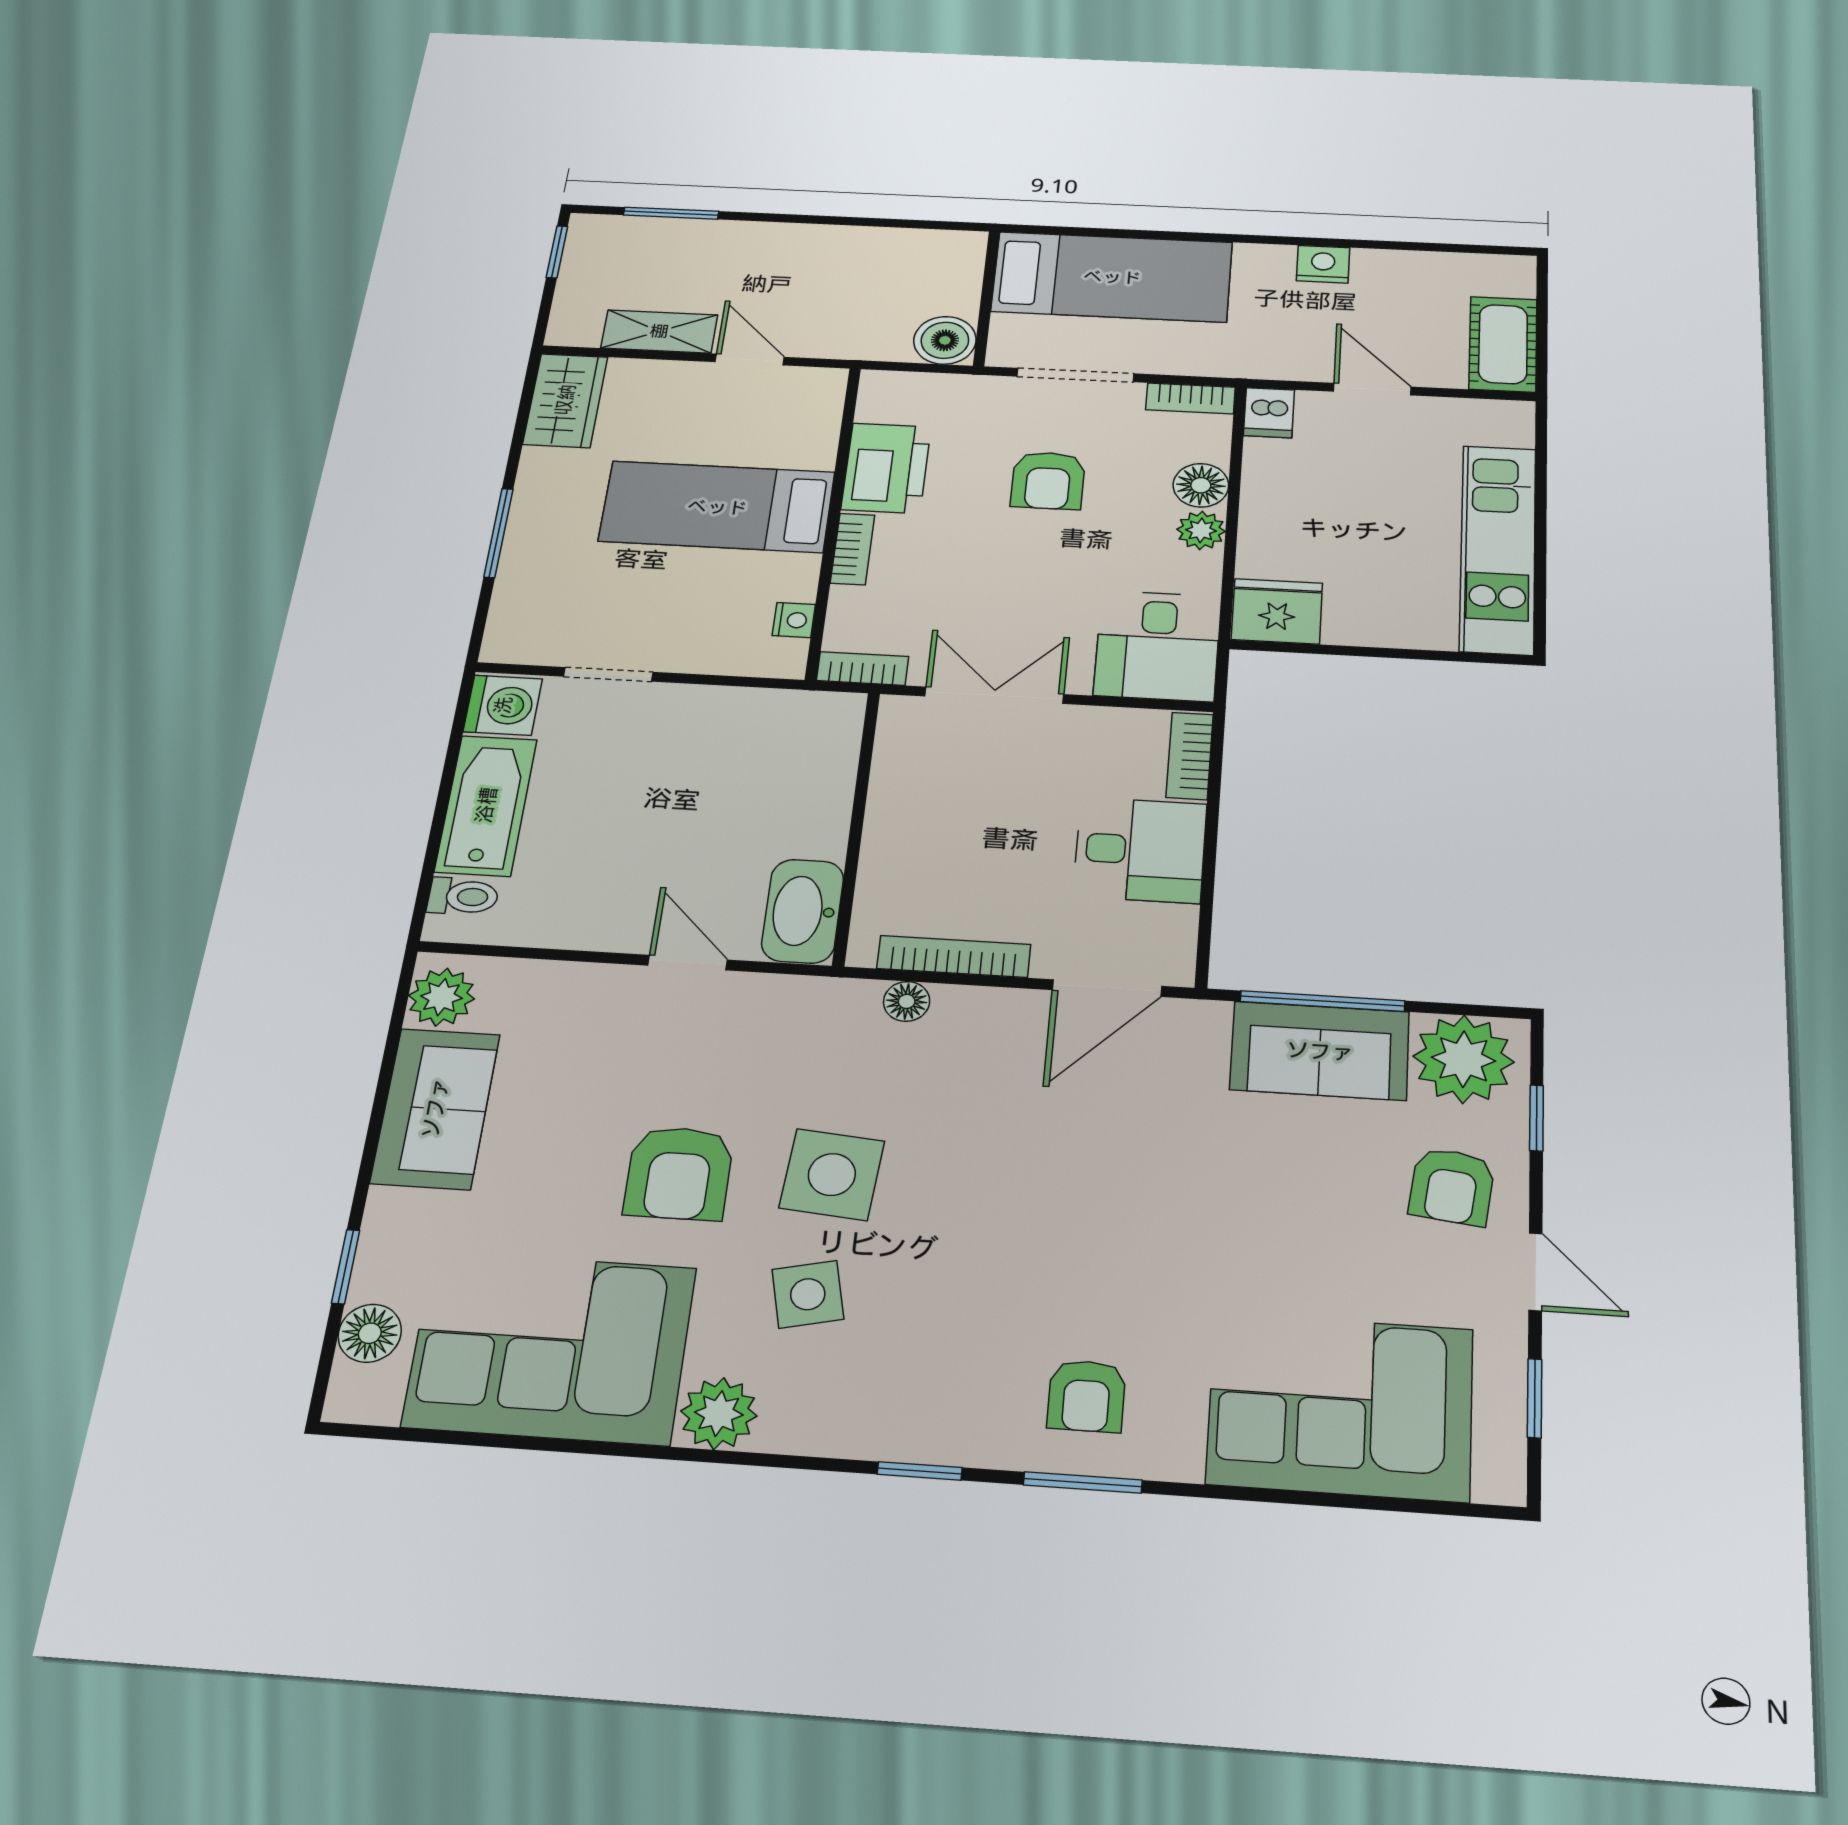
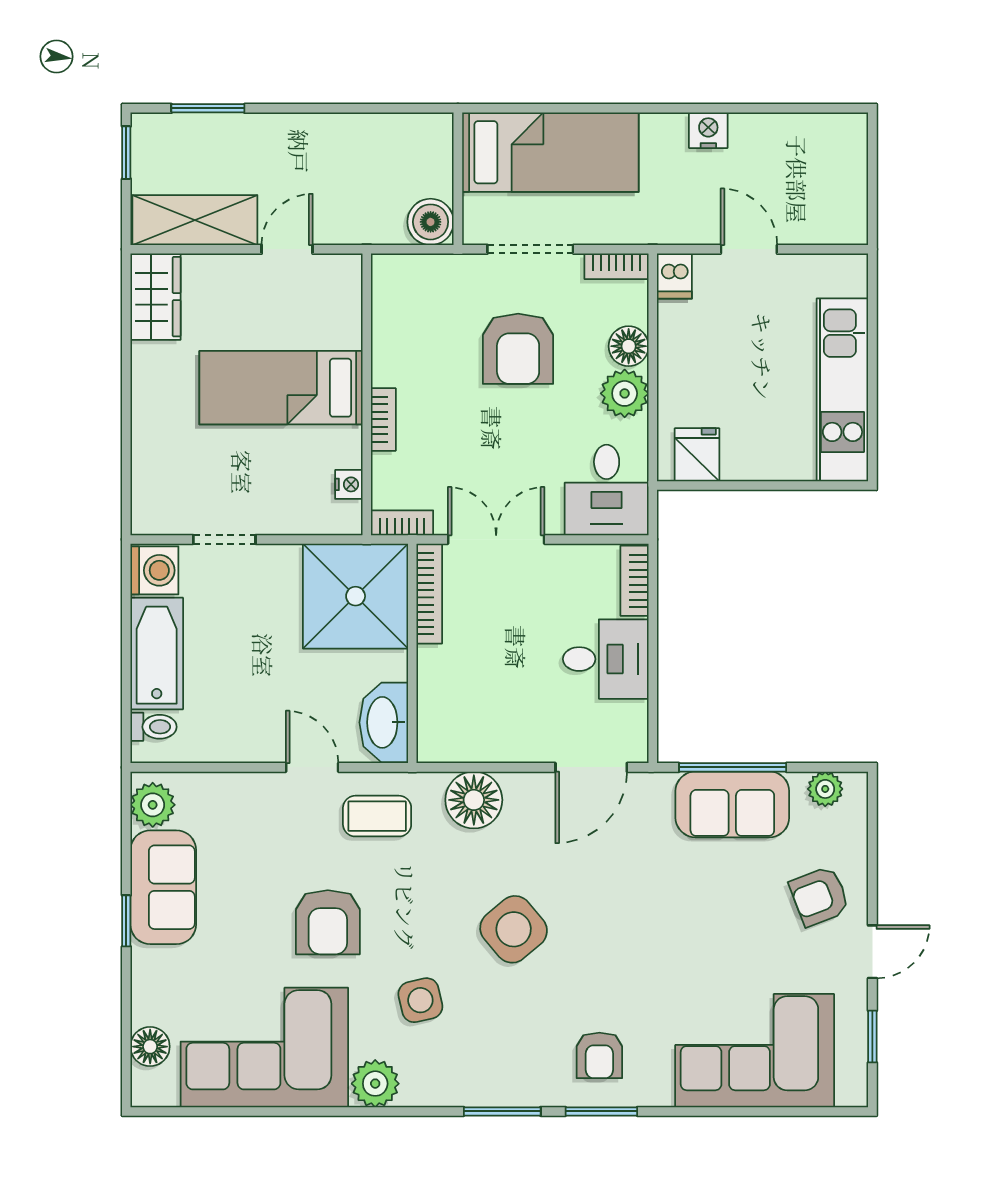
shelving: (659, 331) -> (195, 220), width x1.50, depth x1.33
cot: (1503, 344) -> (844, 200), removed
door: (750, 359) -> (287, 249), hinge flipped
printer: (886, 468) -> (400, 345), removed
armchair: (1048, 480) -> (518, 349), width x1.38, depth x1.38
plant: (1201, 530) -> (625, 393), width x1.38, depth x1.38
window: (498, 533) -> (126, 421), removed
fridge: (1277, 611) -> (697, 455), width x0.72
shower: (784, 752) -> (356, 596), added
bookcase: (954, 956) -> (429, 594), moved, turned 90
floor lamp: (907, 1001) -> (474, 800), width x1.89, depth x1.89
coffee table: (776, 1033) -> (377, 816), added
plant: (1463, 1059) -> (825, 789), width x0.53, depth x0.53
window: (1537, 1118) -> (872, 844), removed
side table: (832, 1175) -> (514, 929), moved, turned 45
armchair: (1452, 1186) -> (819, 896), turned 62
window: (346, 1267) -> (126, 921), moved
door: (1535, 1272) -> (872, 952), hinge flipped
window: (920, 1471) -> (502, 1111), width x1.50

